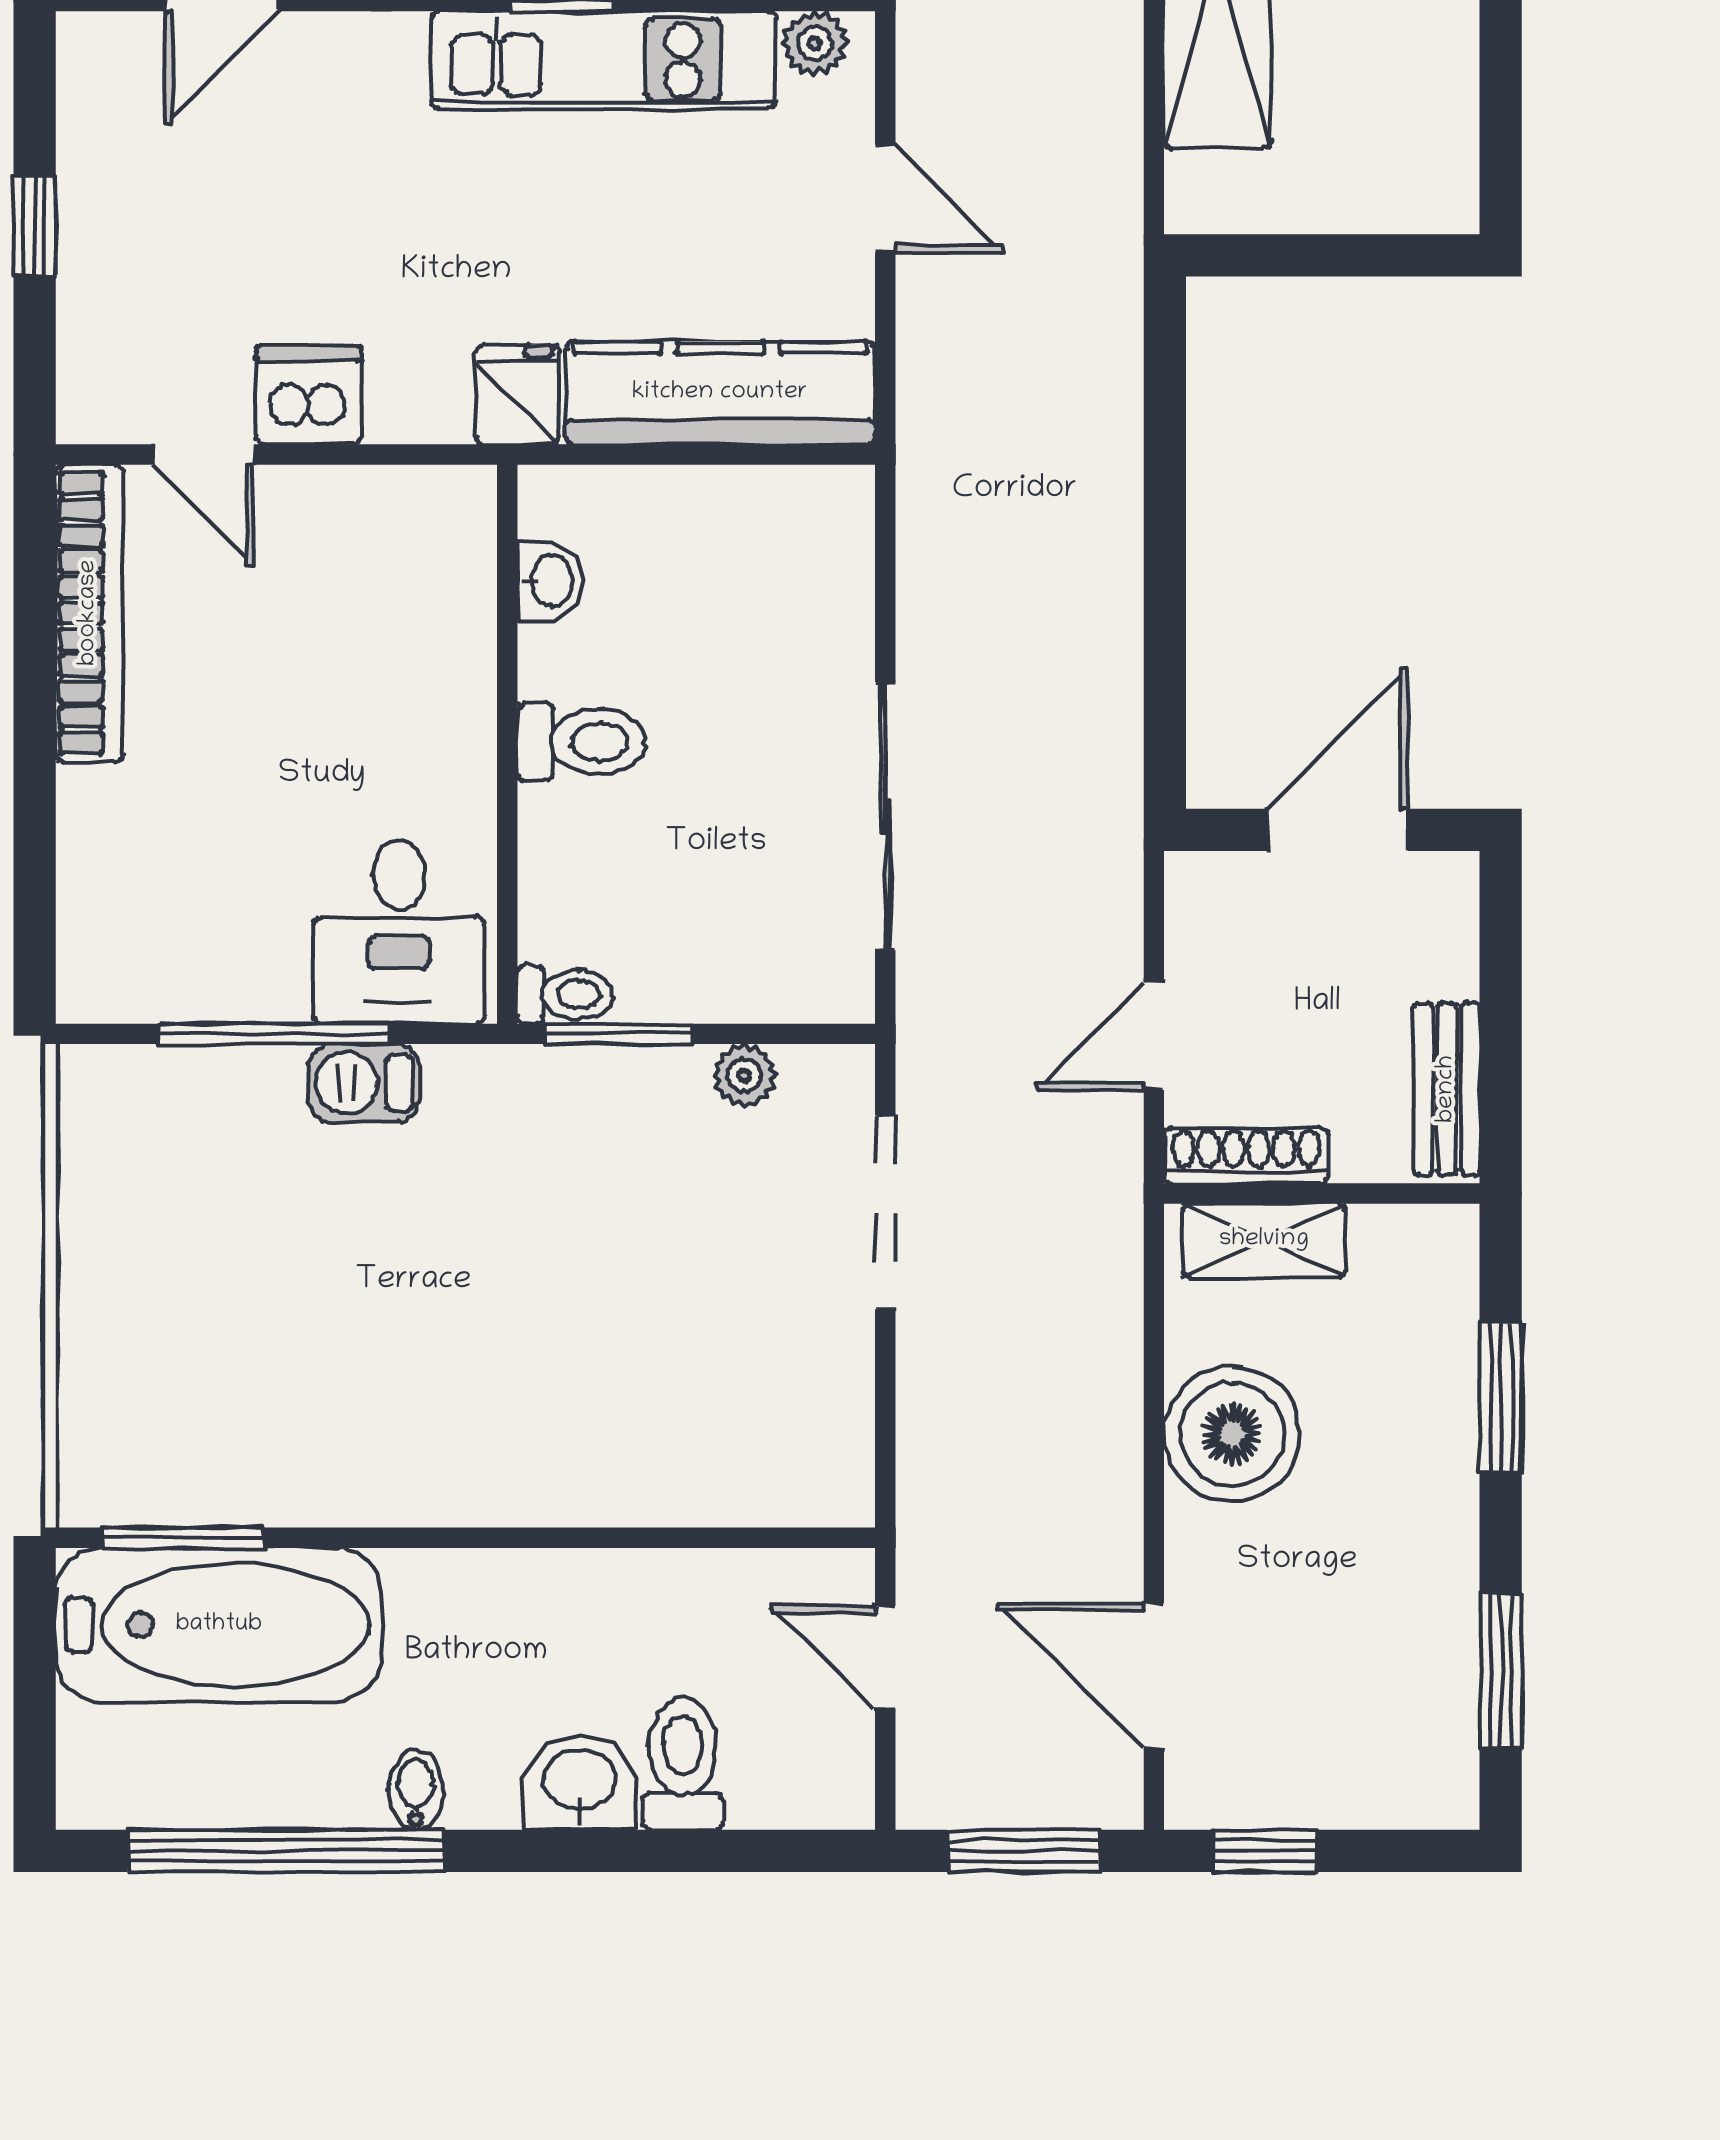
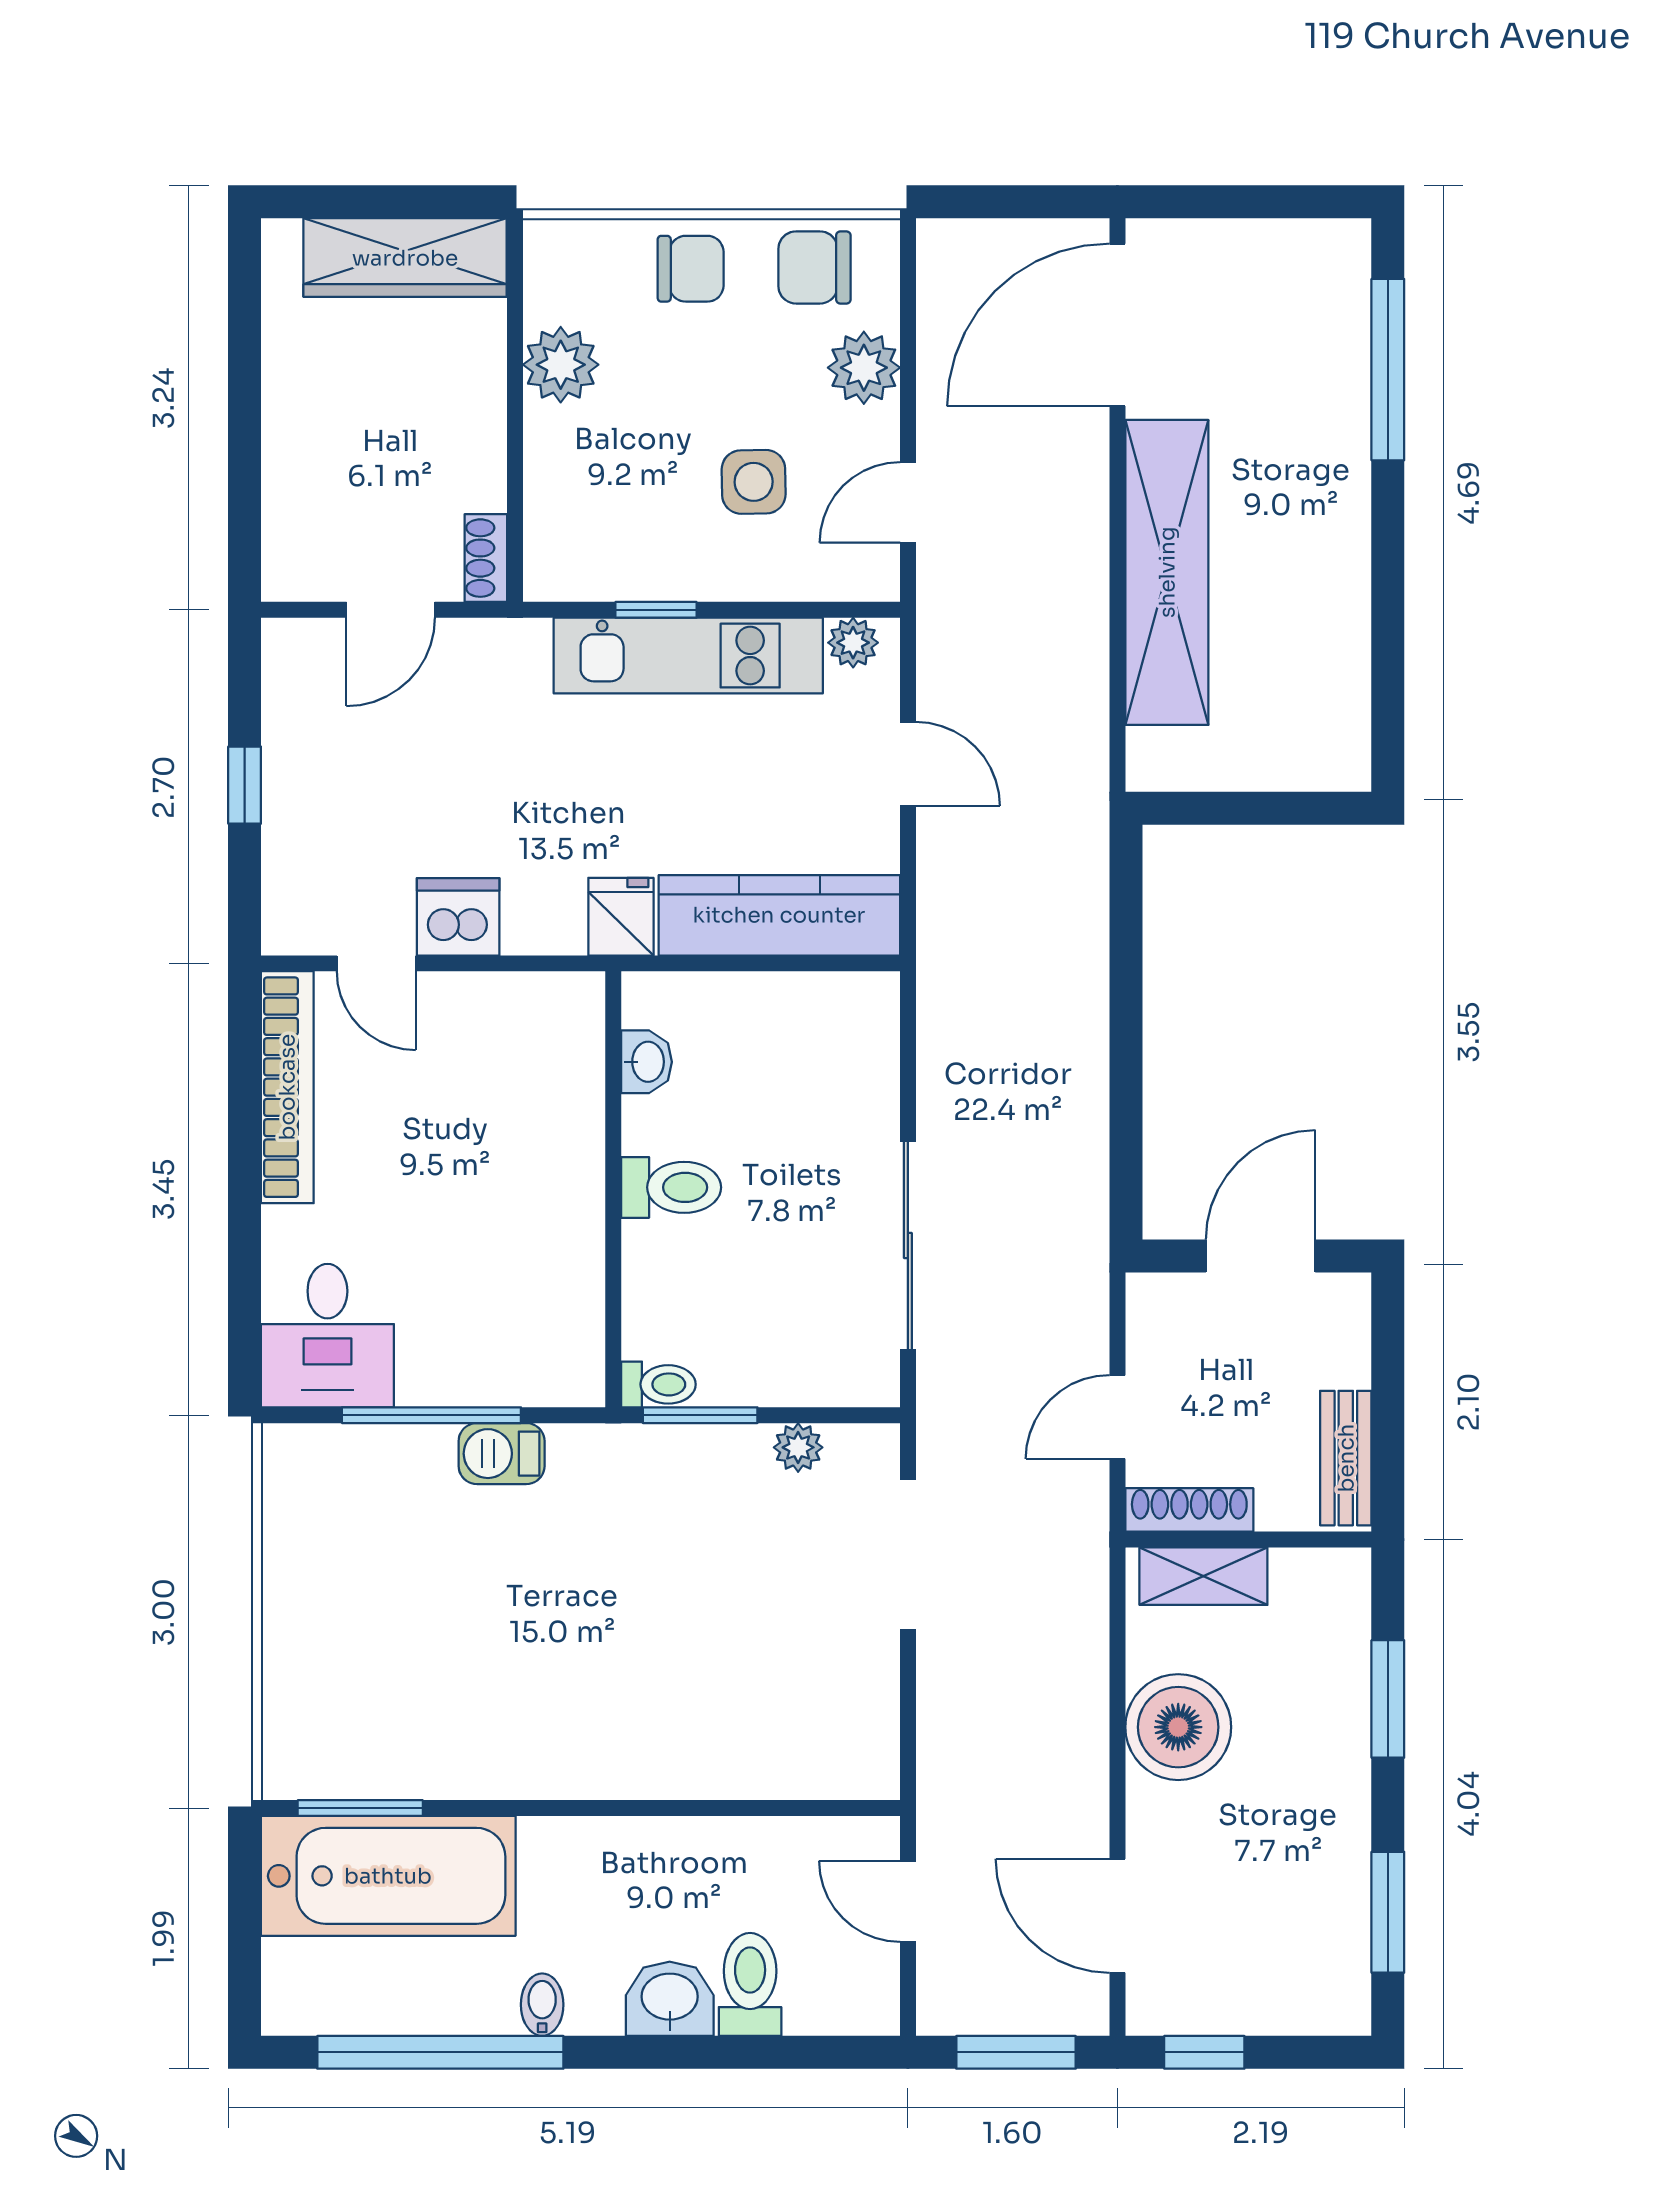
desk: (399, 932) -> (327, 1336), moved

